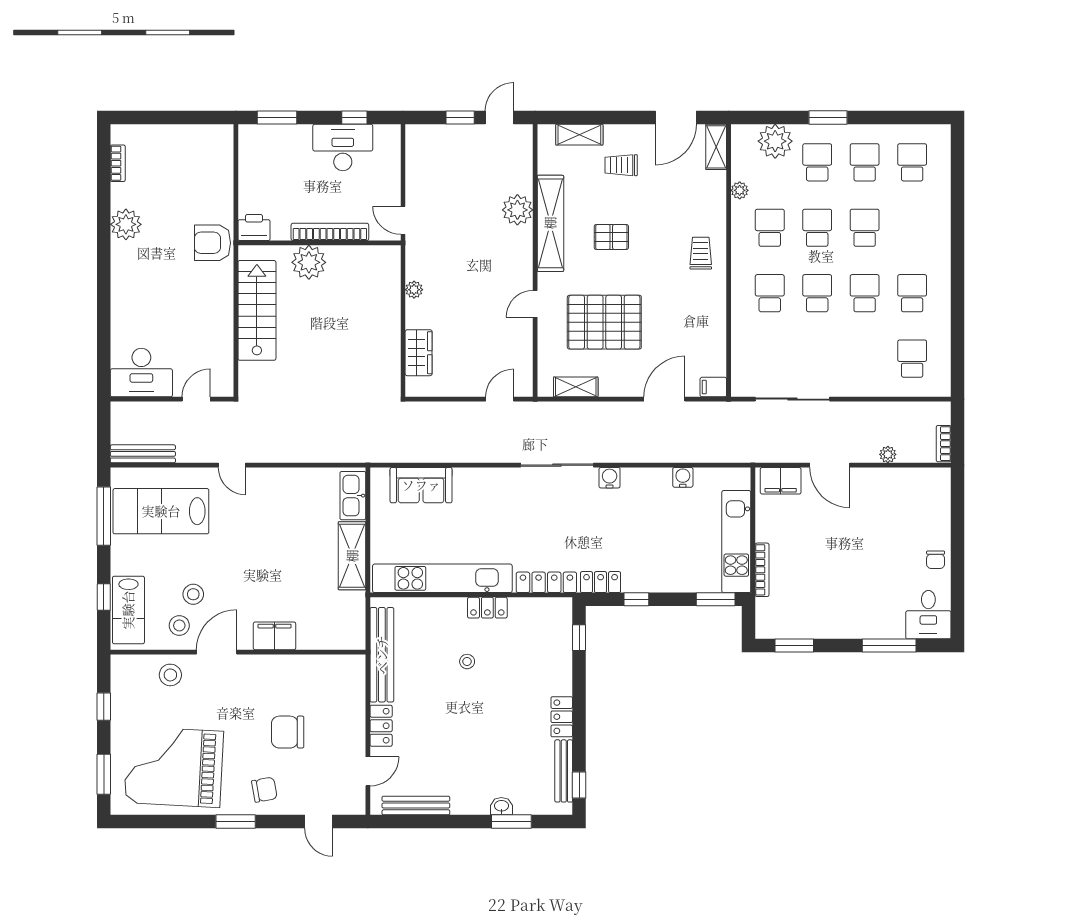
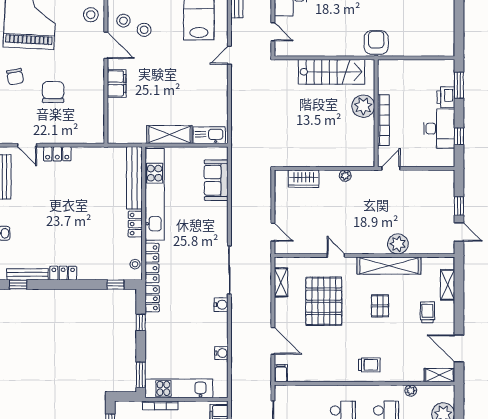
printer: (254, 227) -> (446, 97), moved, turned 180
bench: (382, 655) -> (134, 178), moved, turned 90
stool: (467, 662) -> (135, 264), moved

